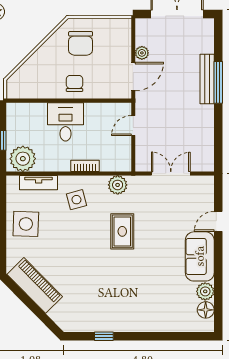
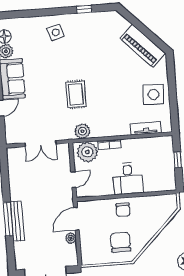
plant: (23, 159) -> (87, 152), moved
side table: (76, 200) -> (56, 32), moved

